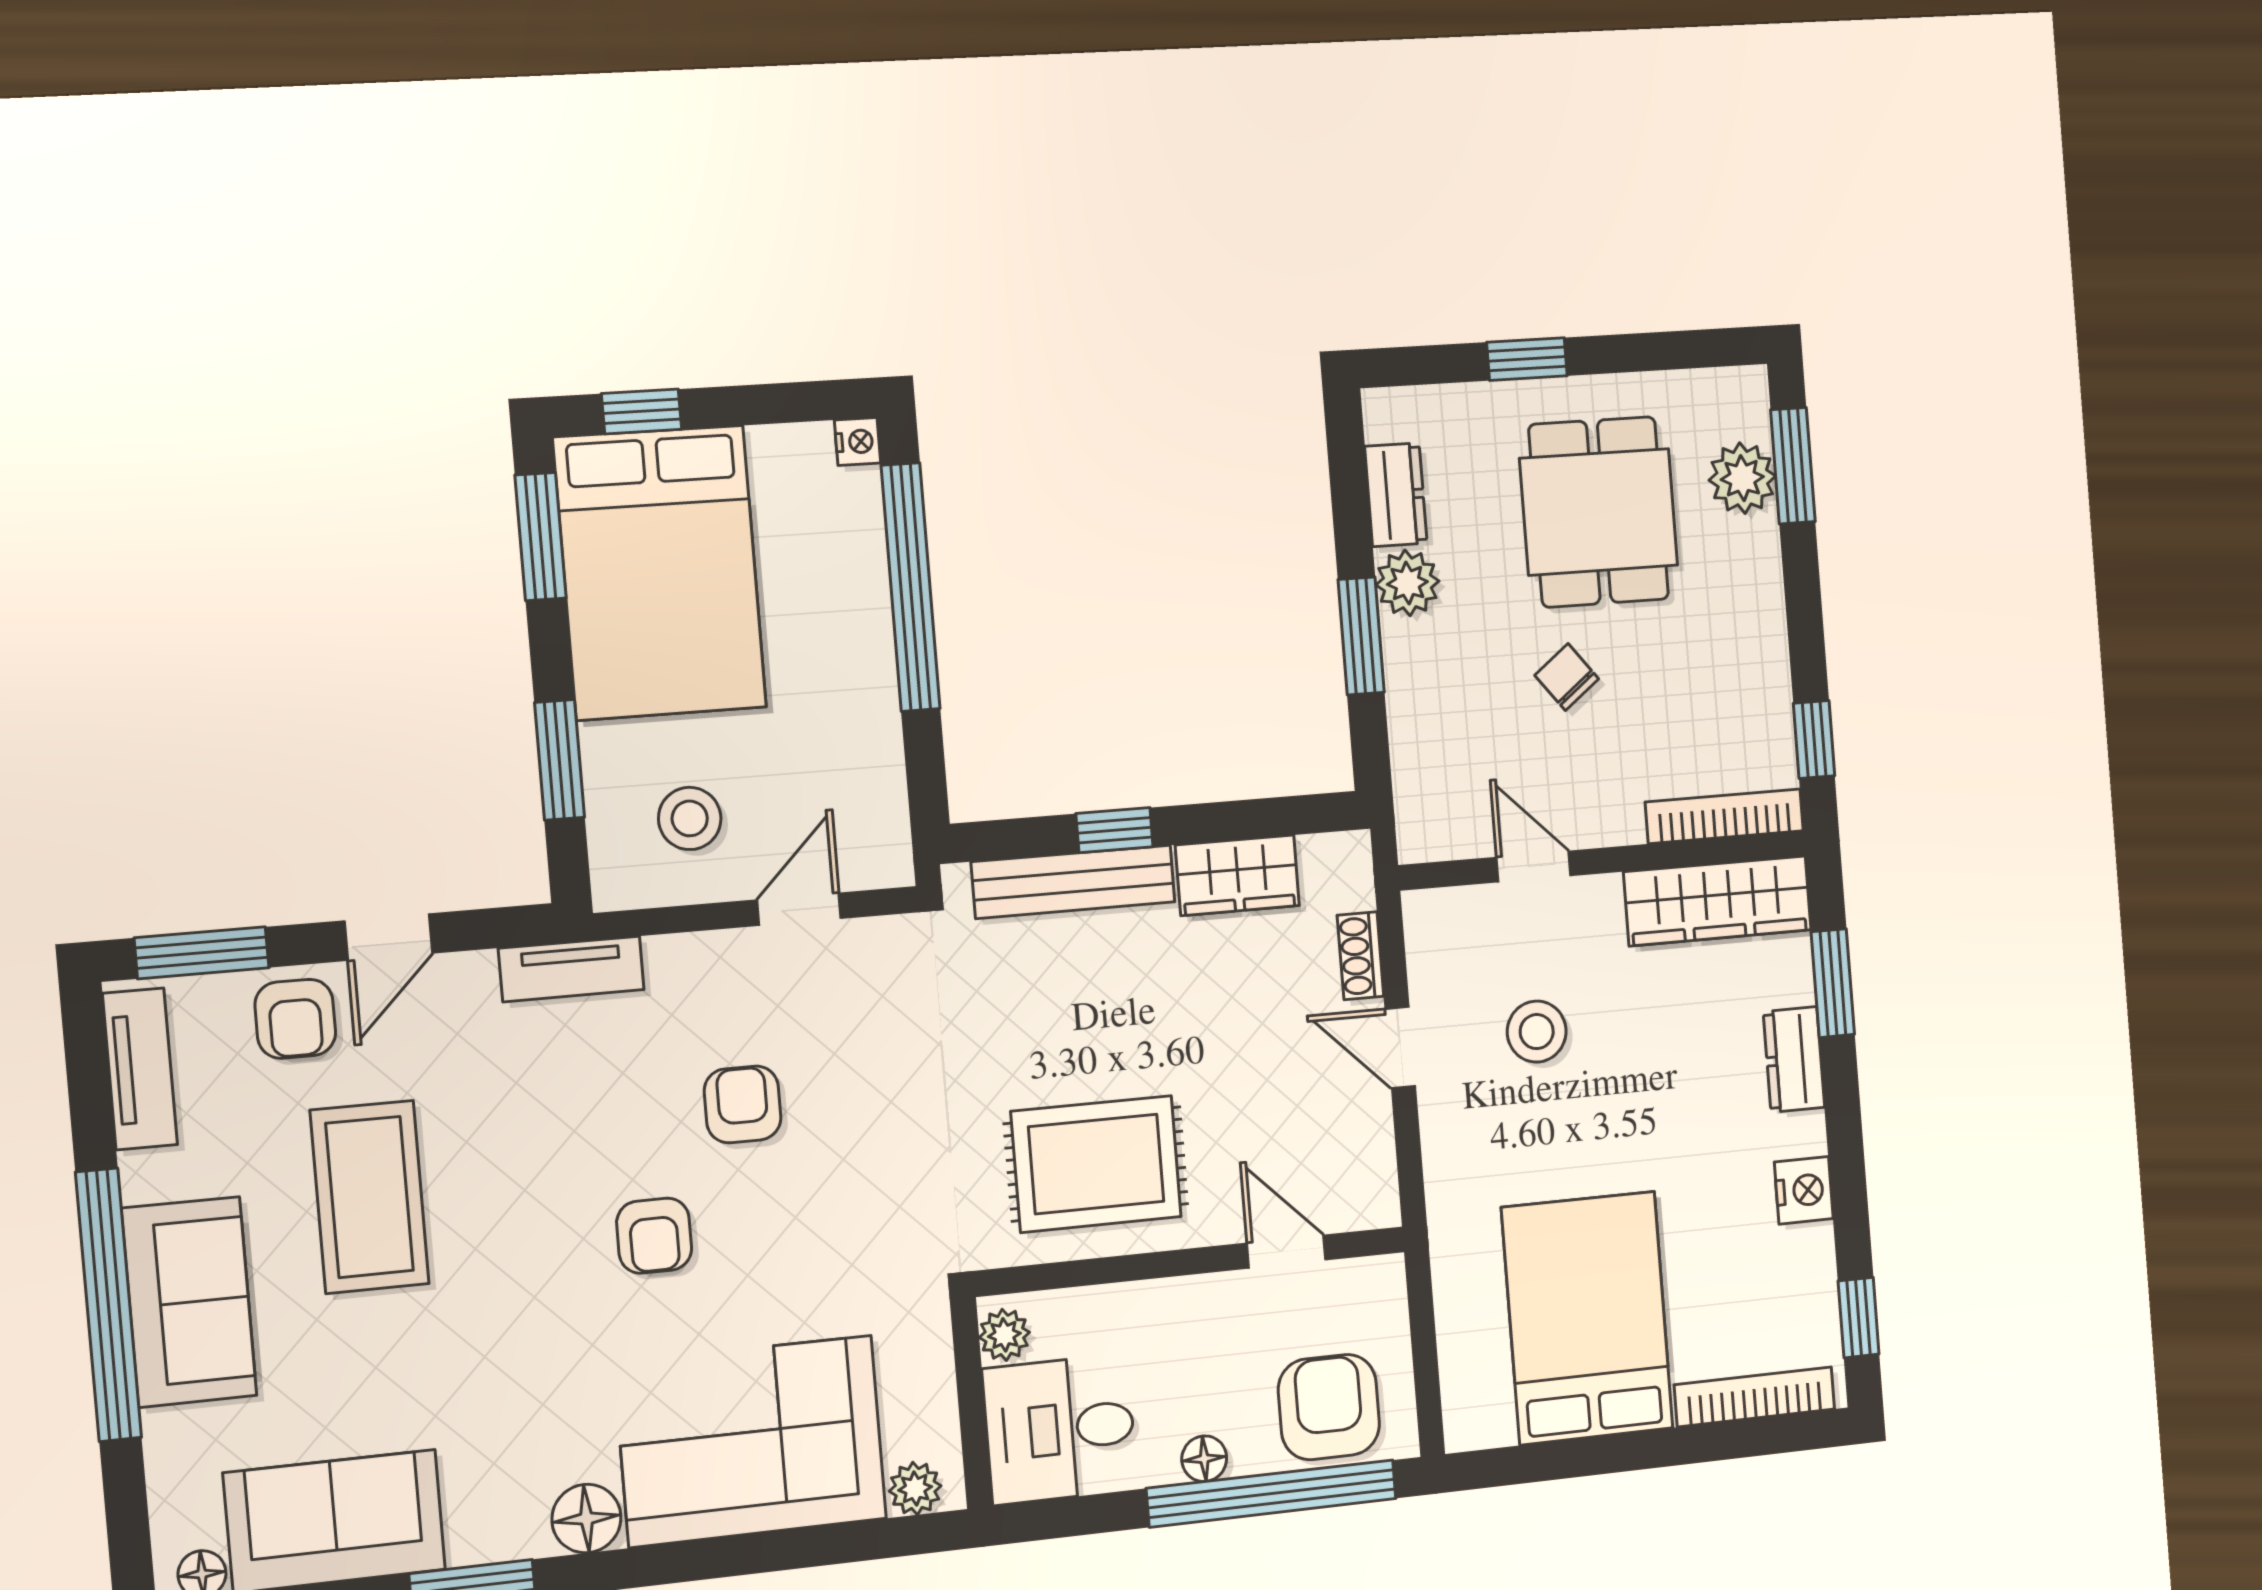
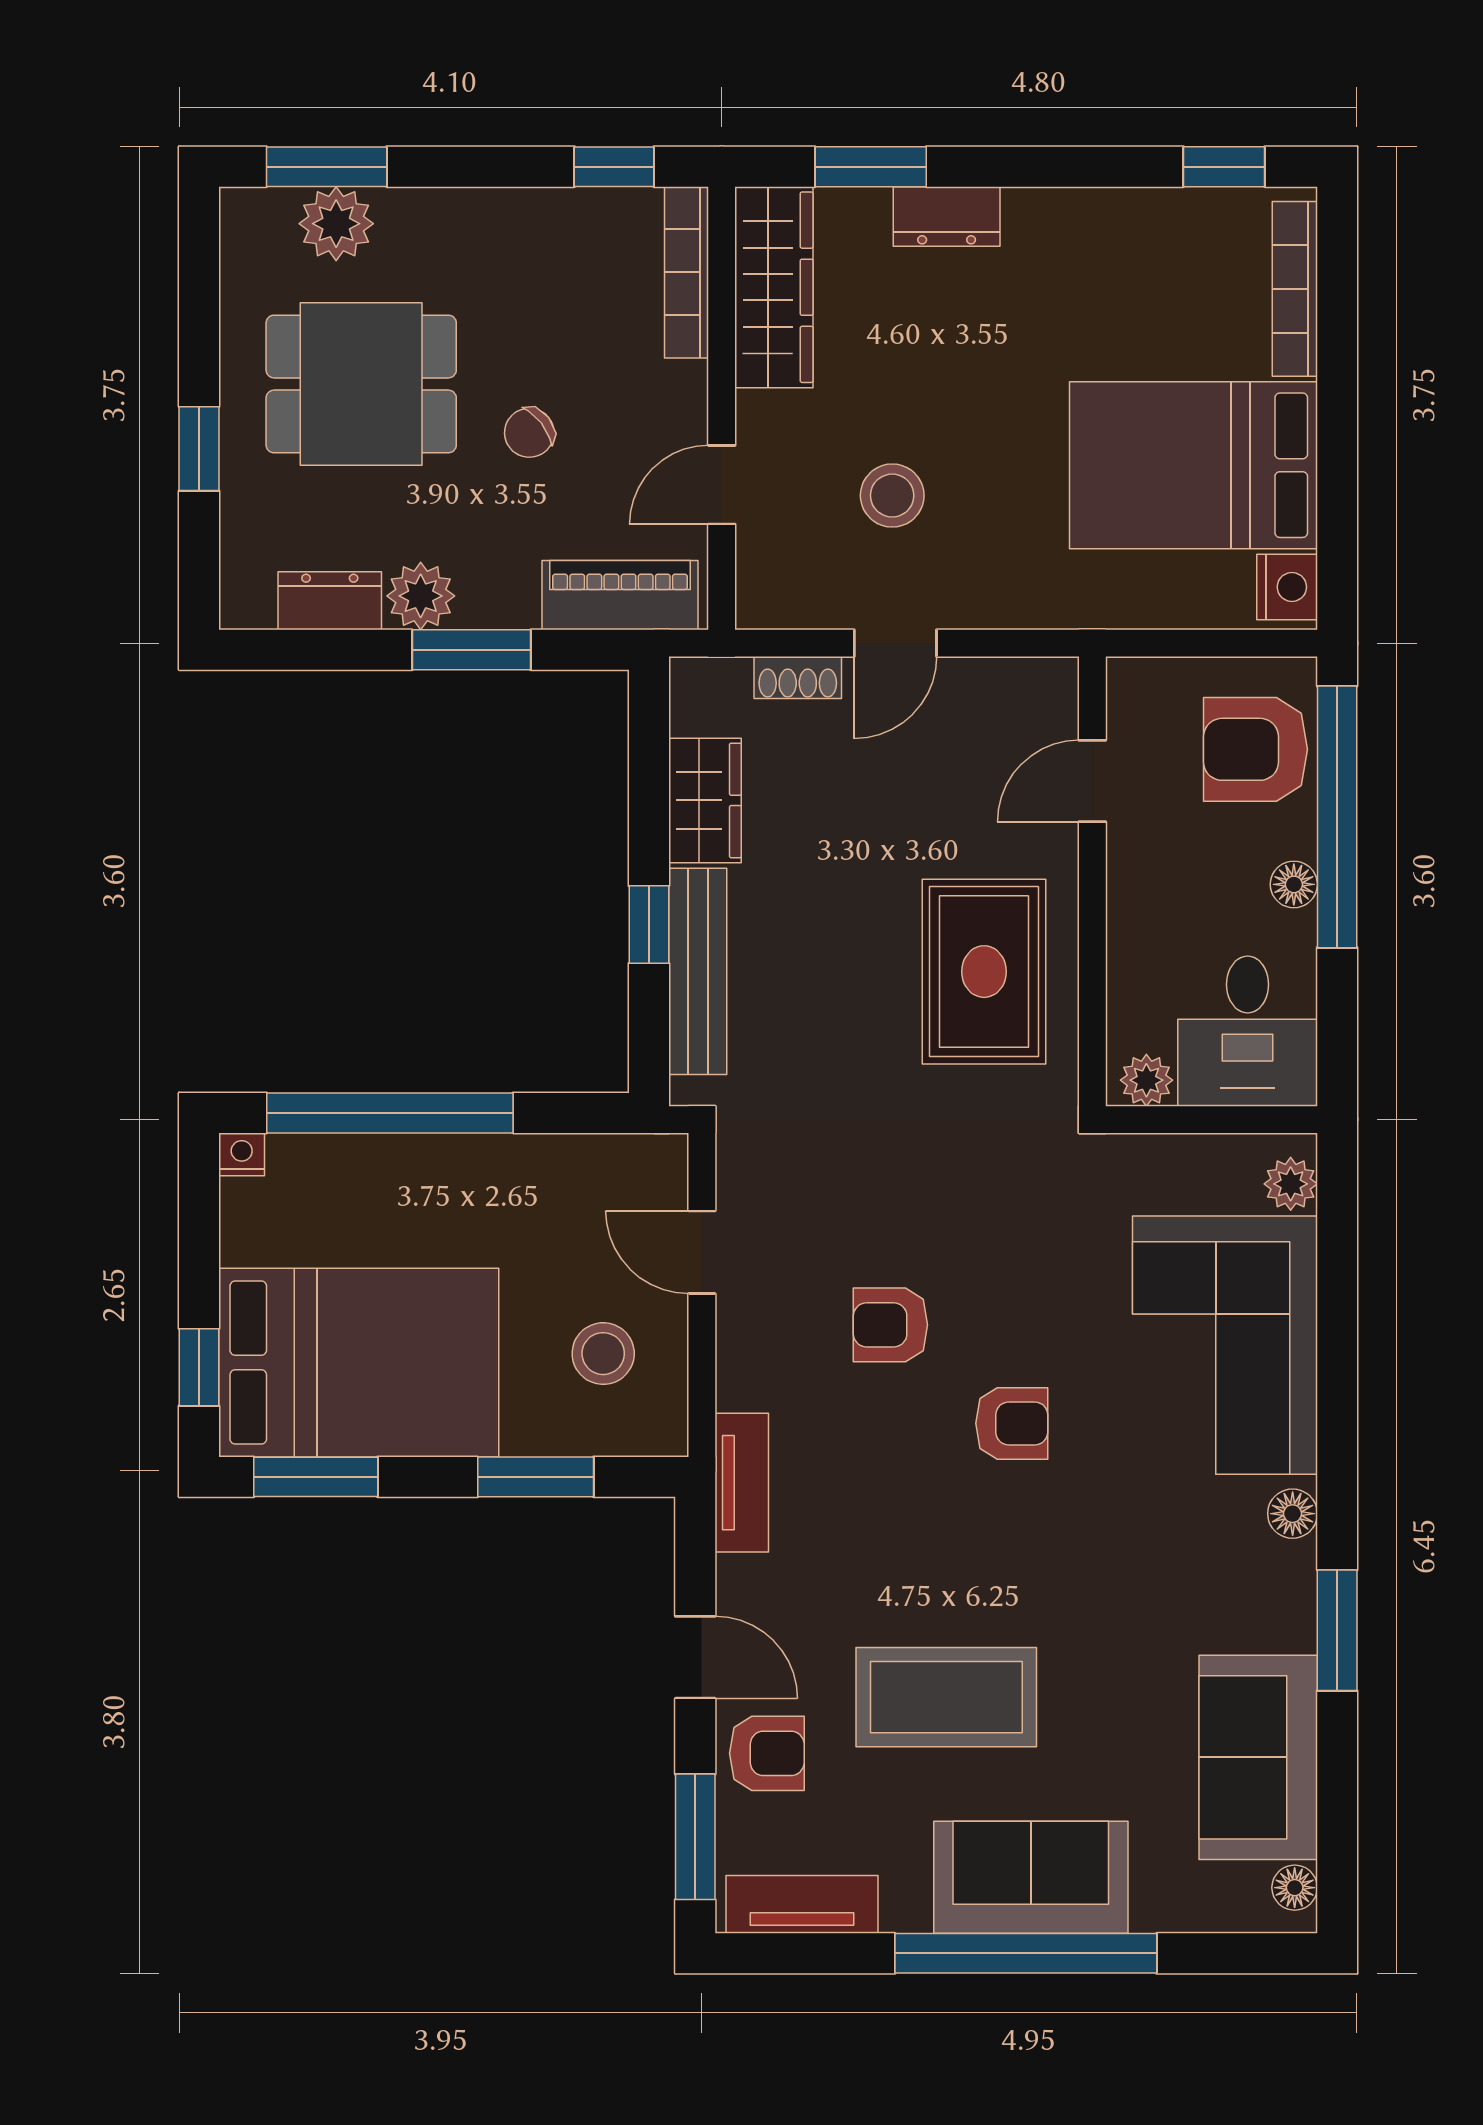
piano: (1424, 777) -> (620, 595), added
nightstand: (1804, 1190) -> (1287, 587), moved, turned 90
floor lamp: (586, 1519) -> (1293, 1514), width x0.73, depth x0.73

